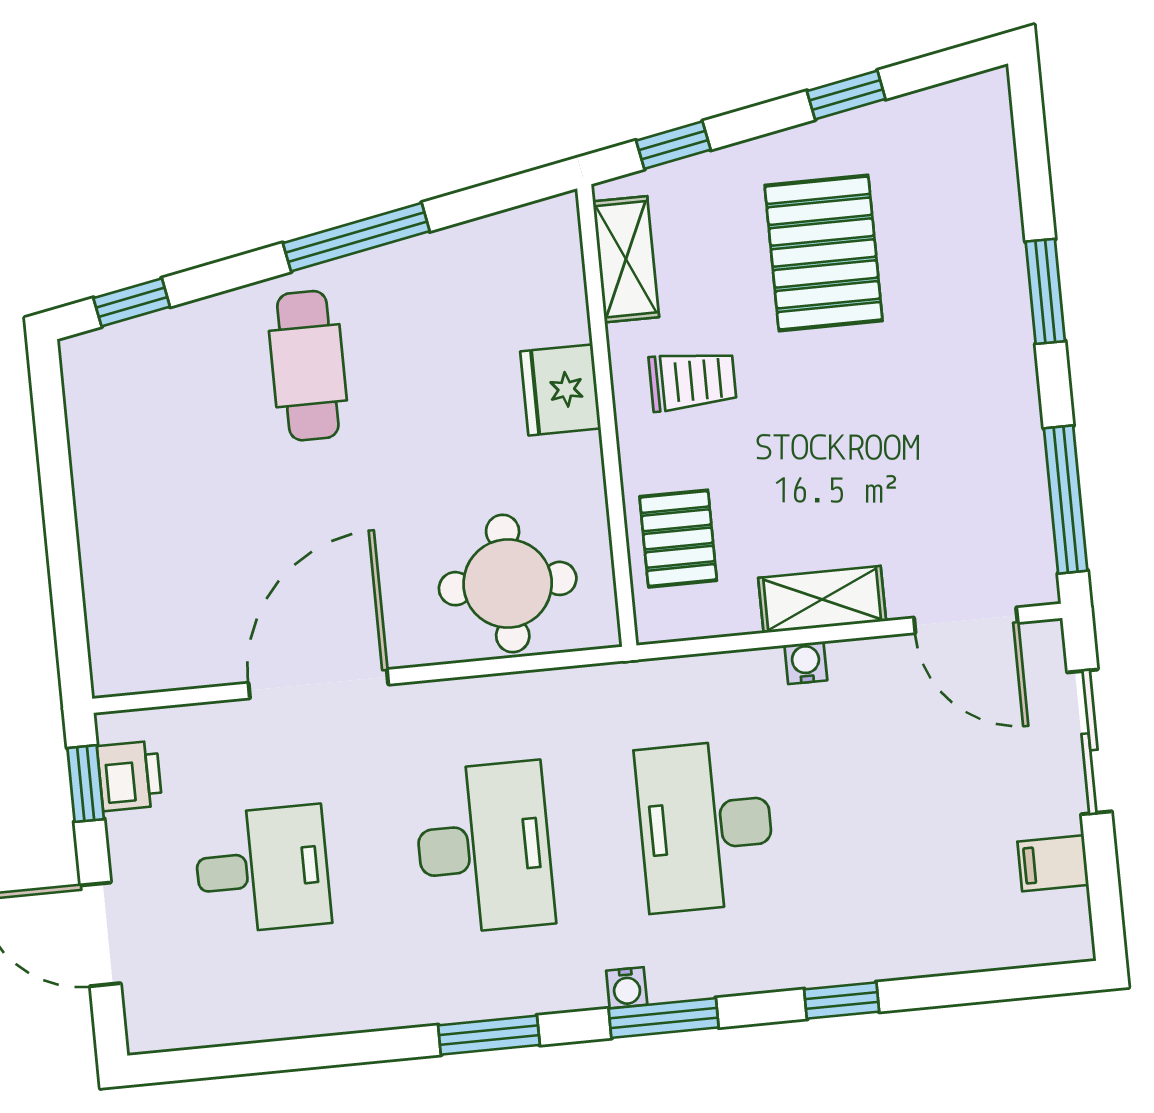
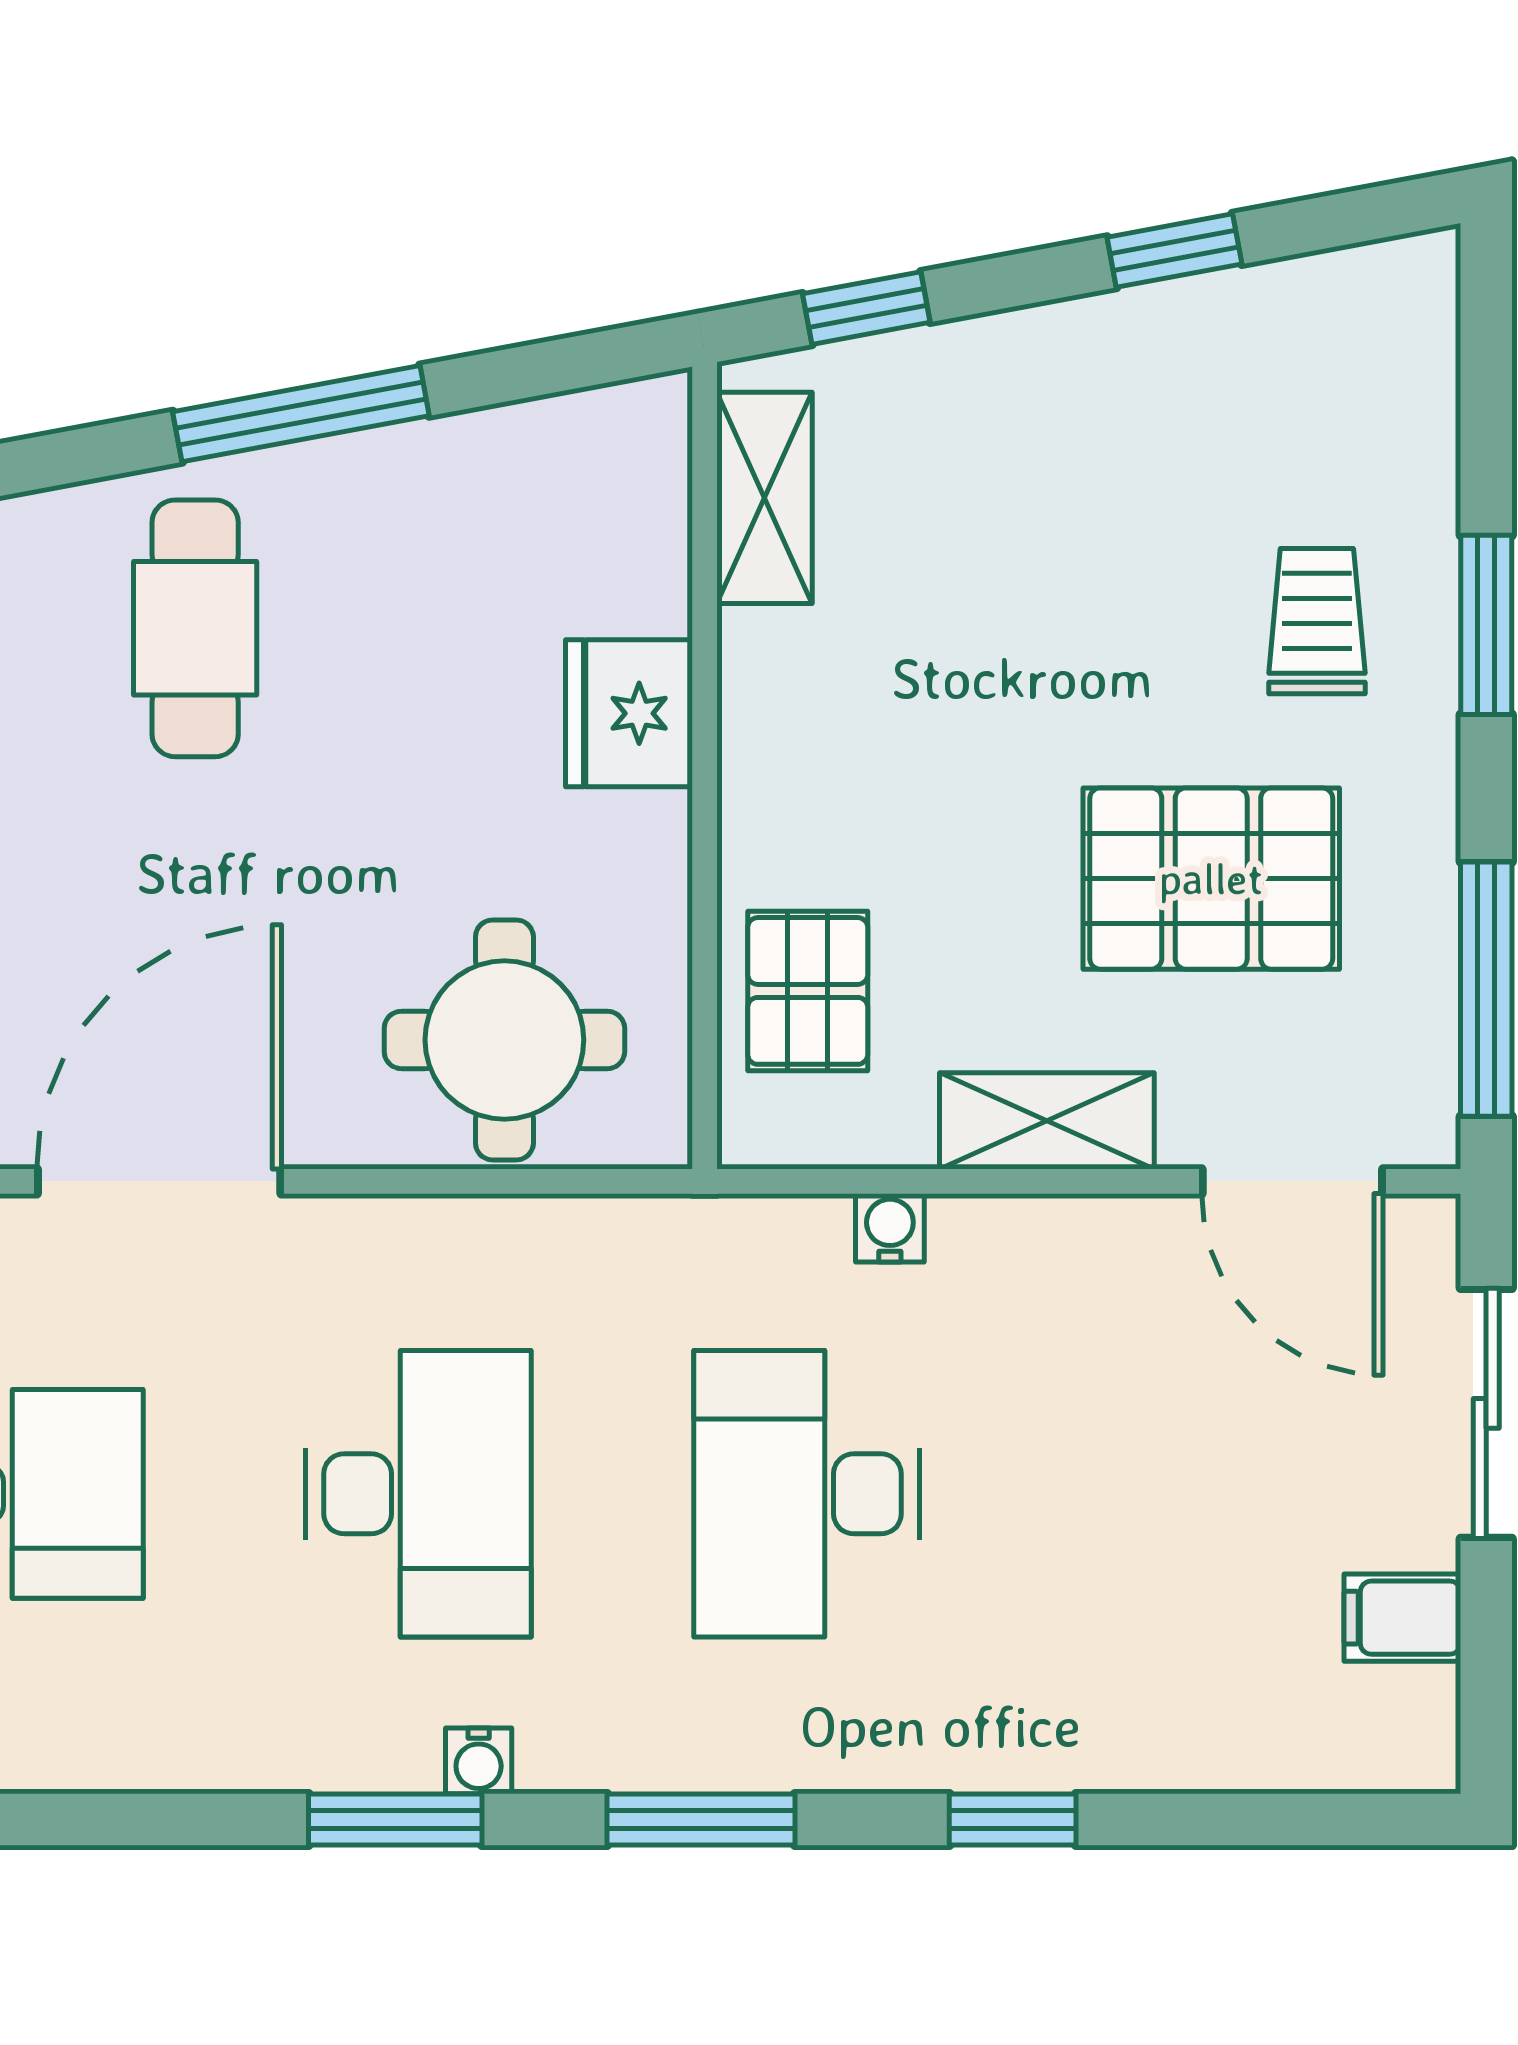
pallet: (824, 253) -> (1211, 879), moved, turned 90
trolley: (693, 381) -> (1317, 621), moved, turned -90
water cooler: (806, 663) -> (890, 1228), moved
water cooler: (627, 988) -> (479, 1761), moved

